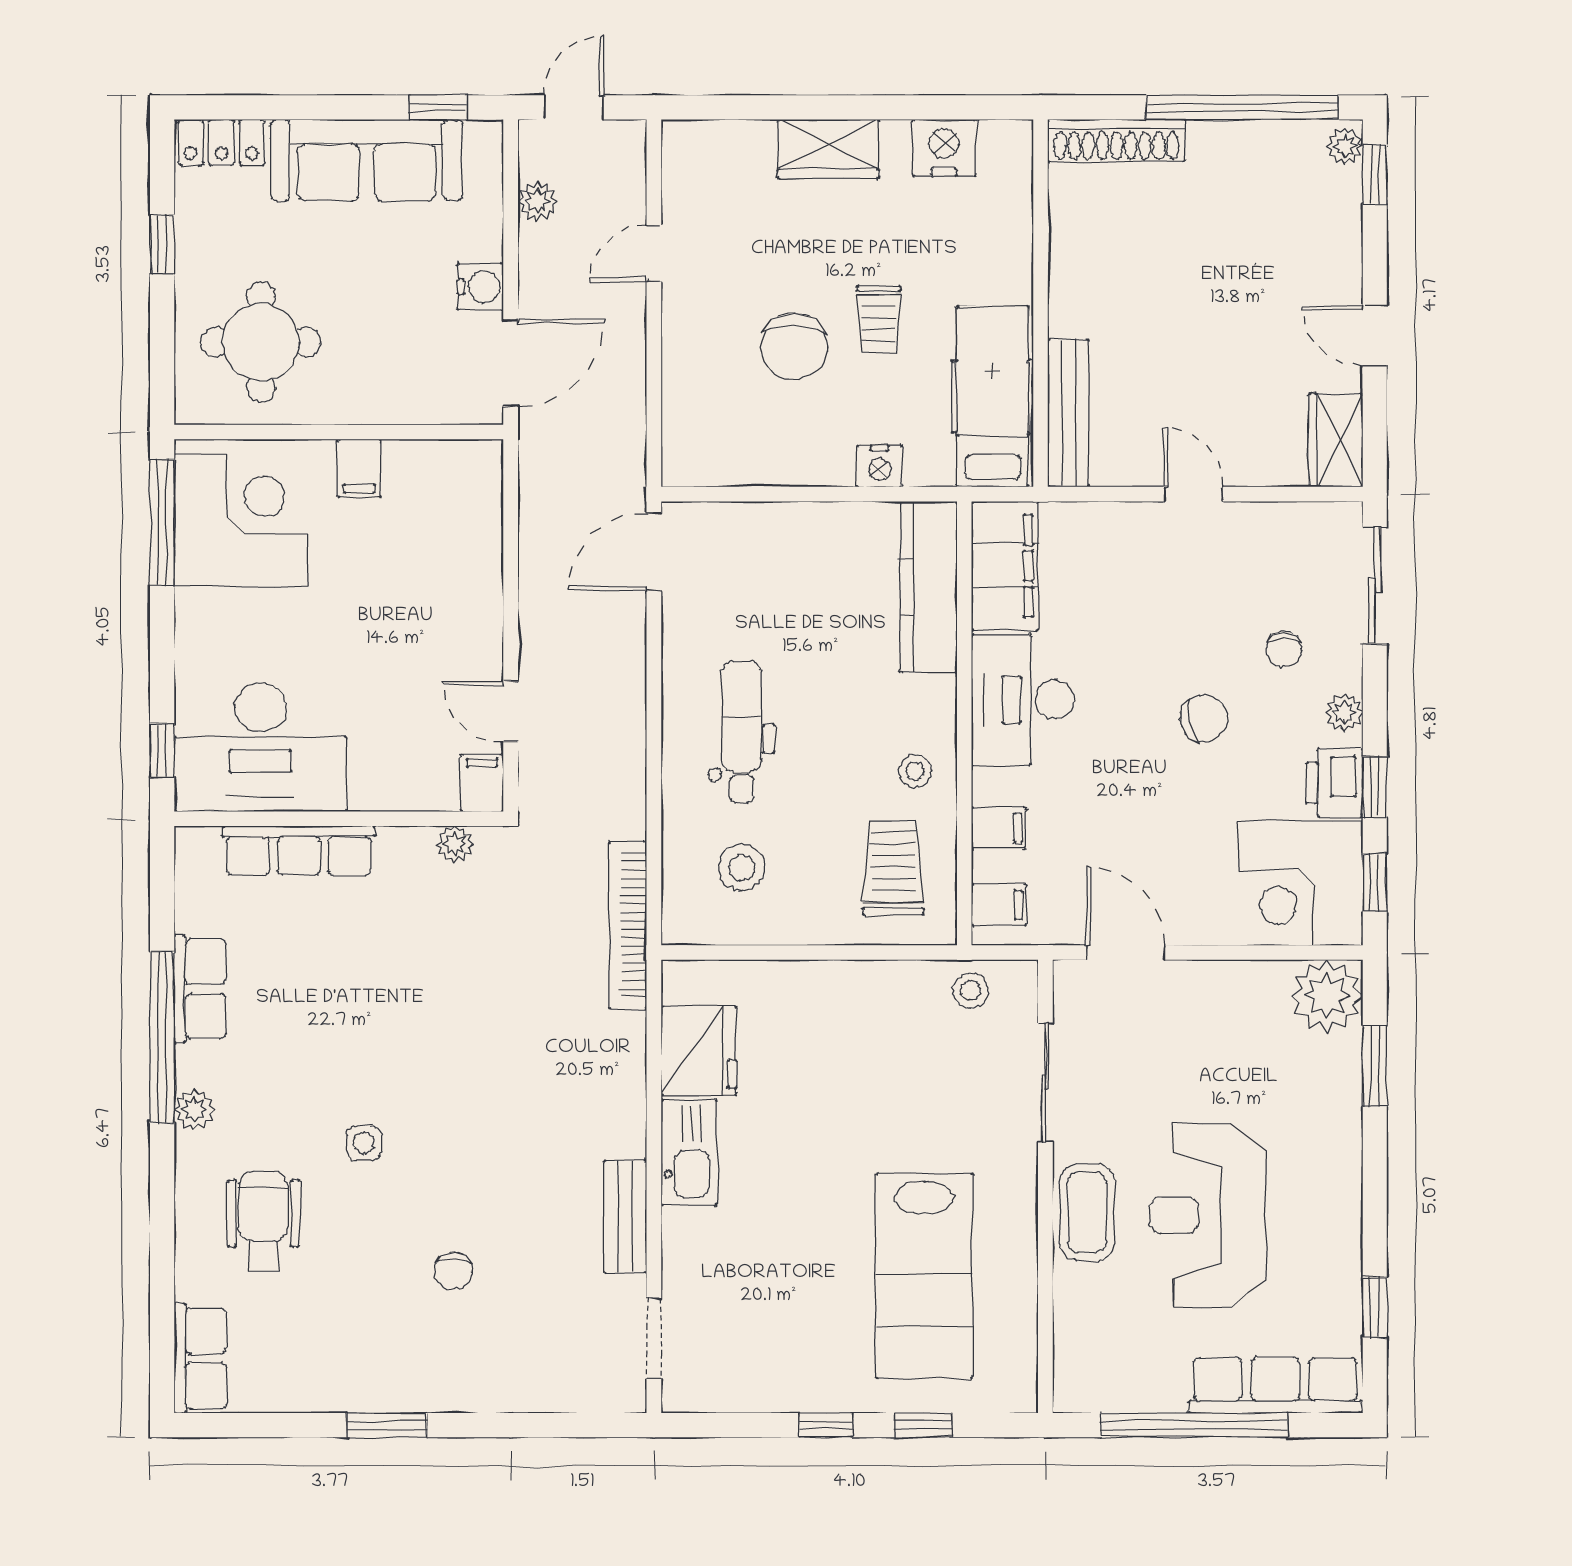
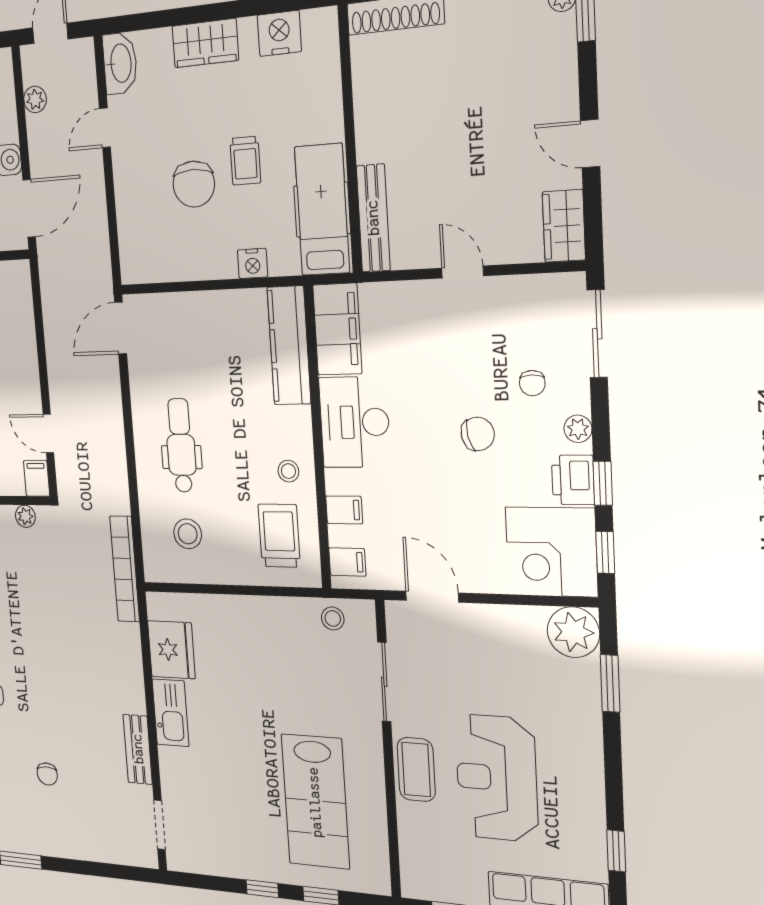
washbasin: (688, 163) -> (120, 63), added

